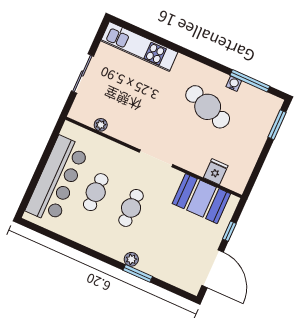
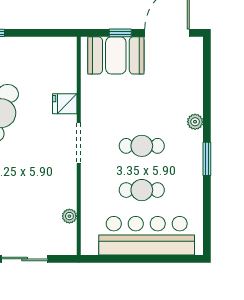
fridge: (216, 172) -> (65, 104), moved
booth: (201, 199) -> (116, 55), moved, turned 90
window: (138, 273) -> (207, 159), moved

